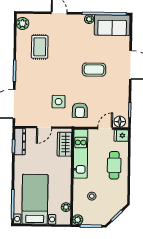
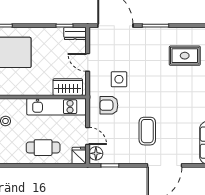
coffee table: (94, 70) -> (147, 131), moved
dresser: (20, 142) -> (75, 33), width x0.70

